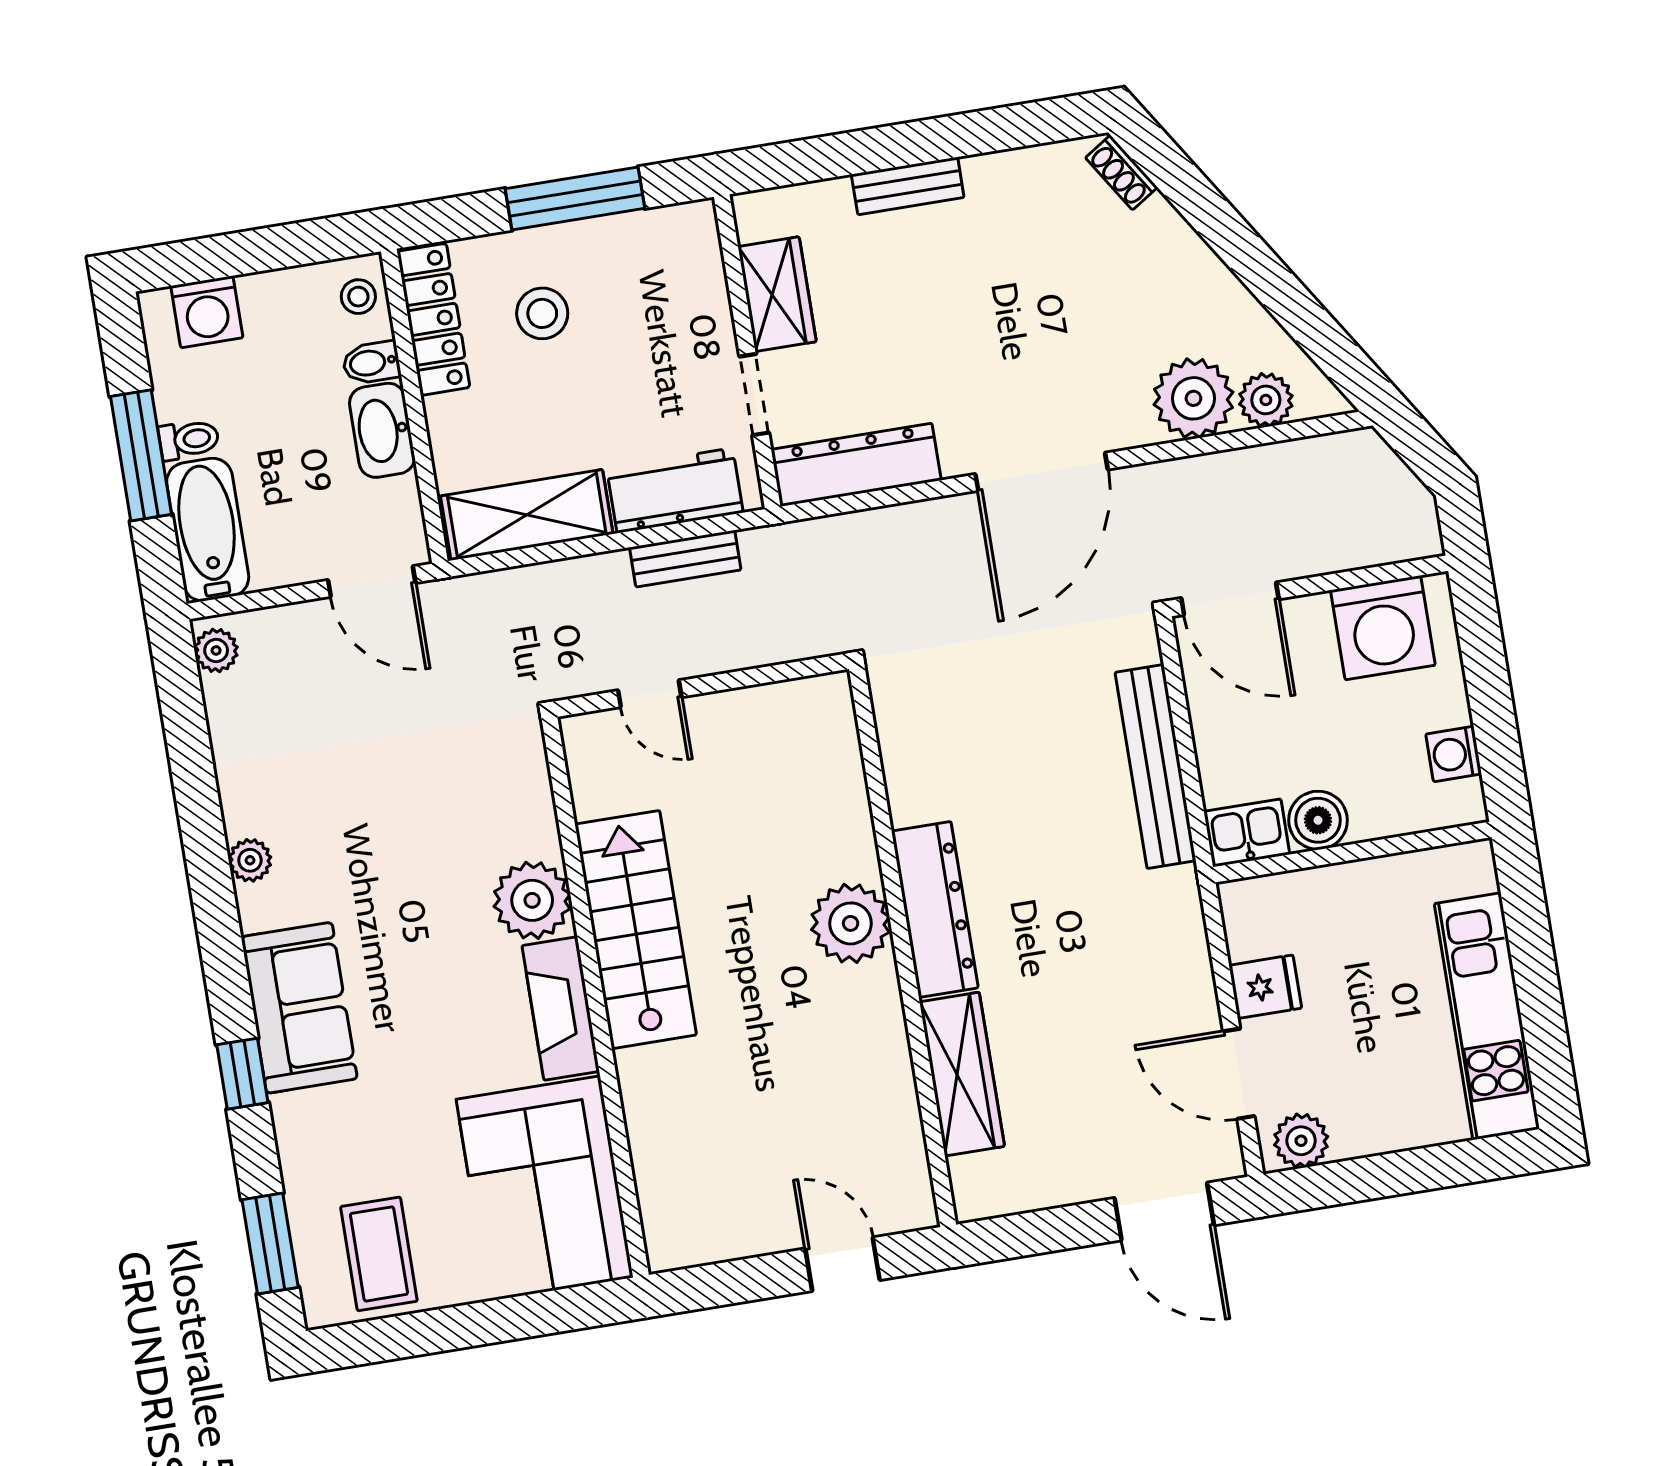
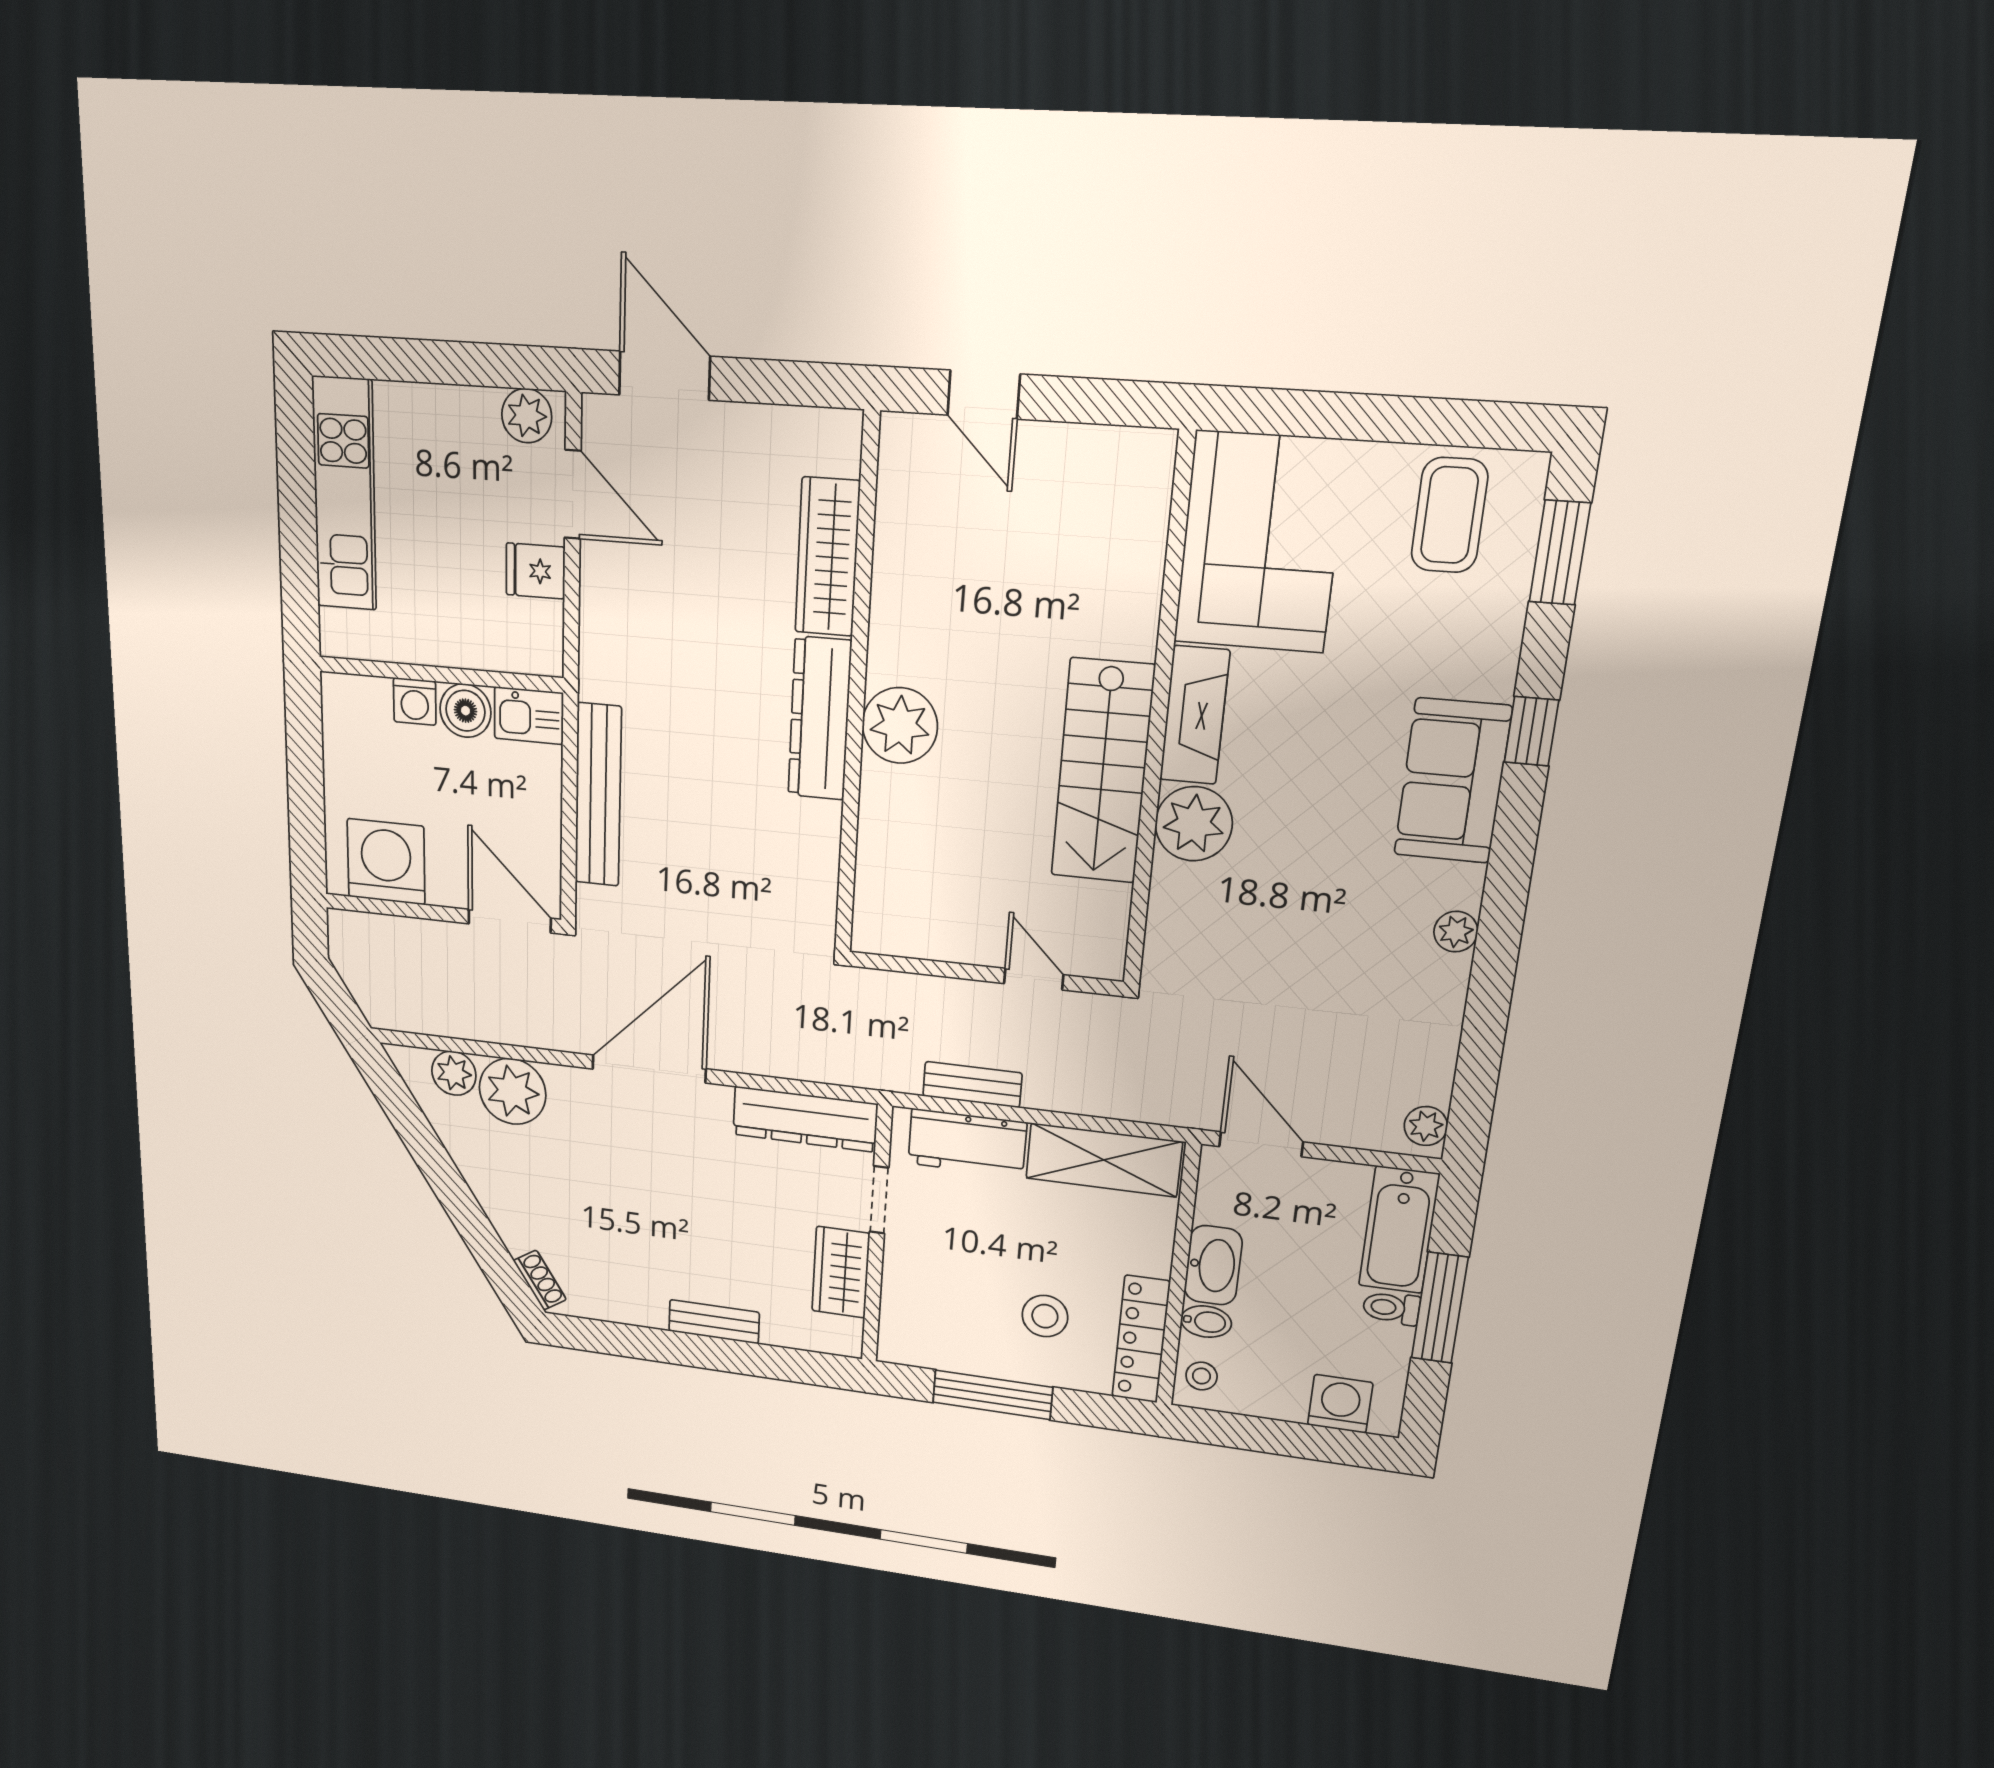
washing machine: (1454, 754) -> (415, 702), moved, turned 90

